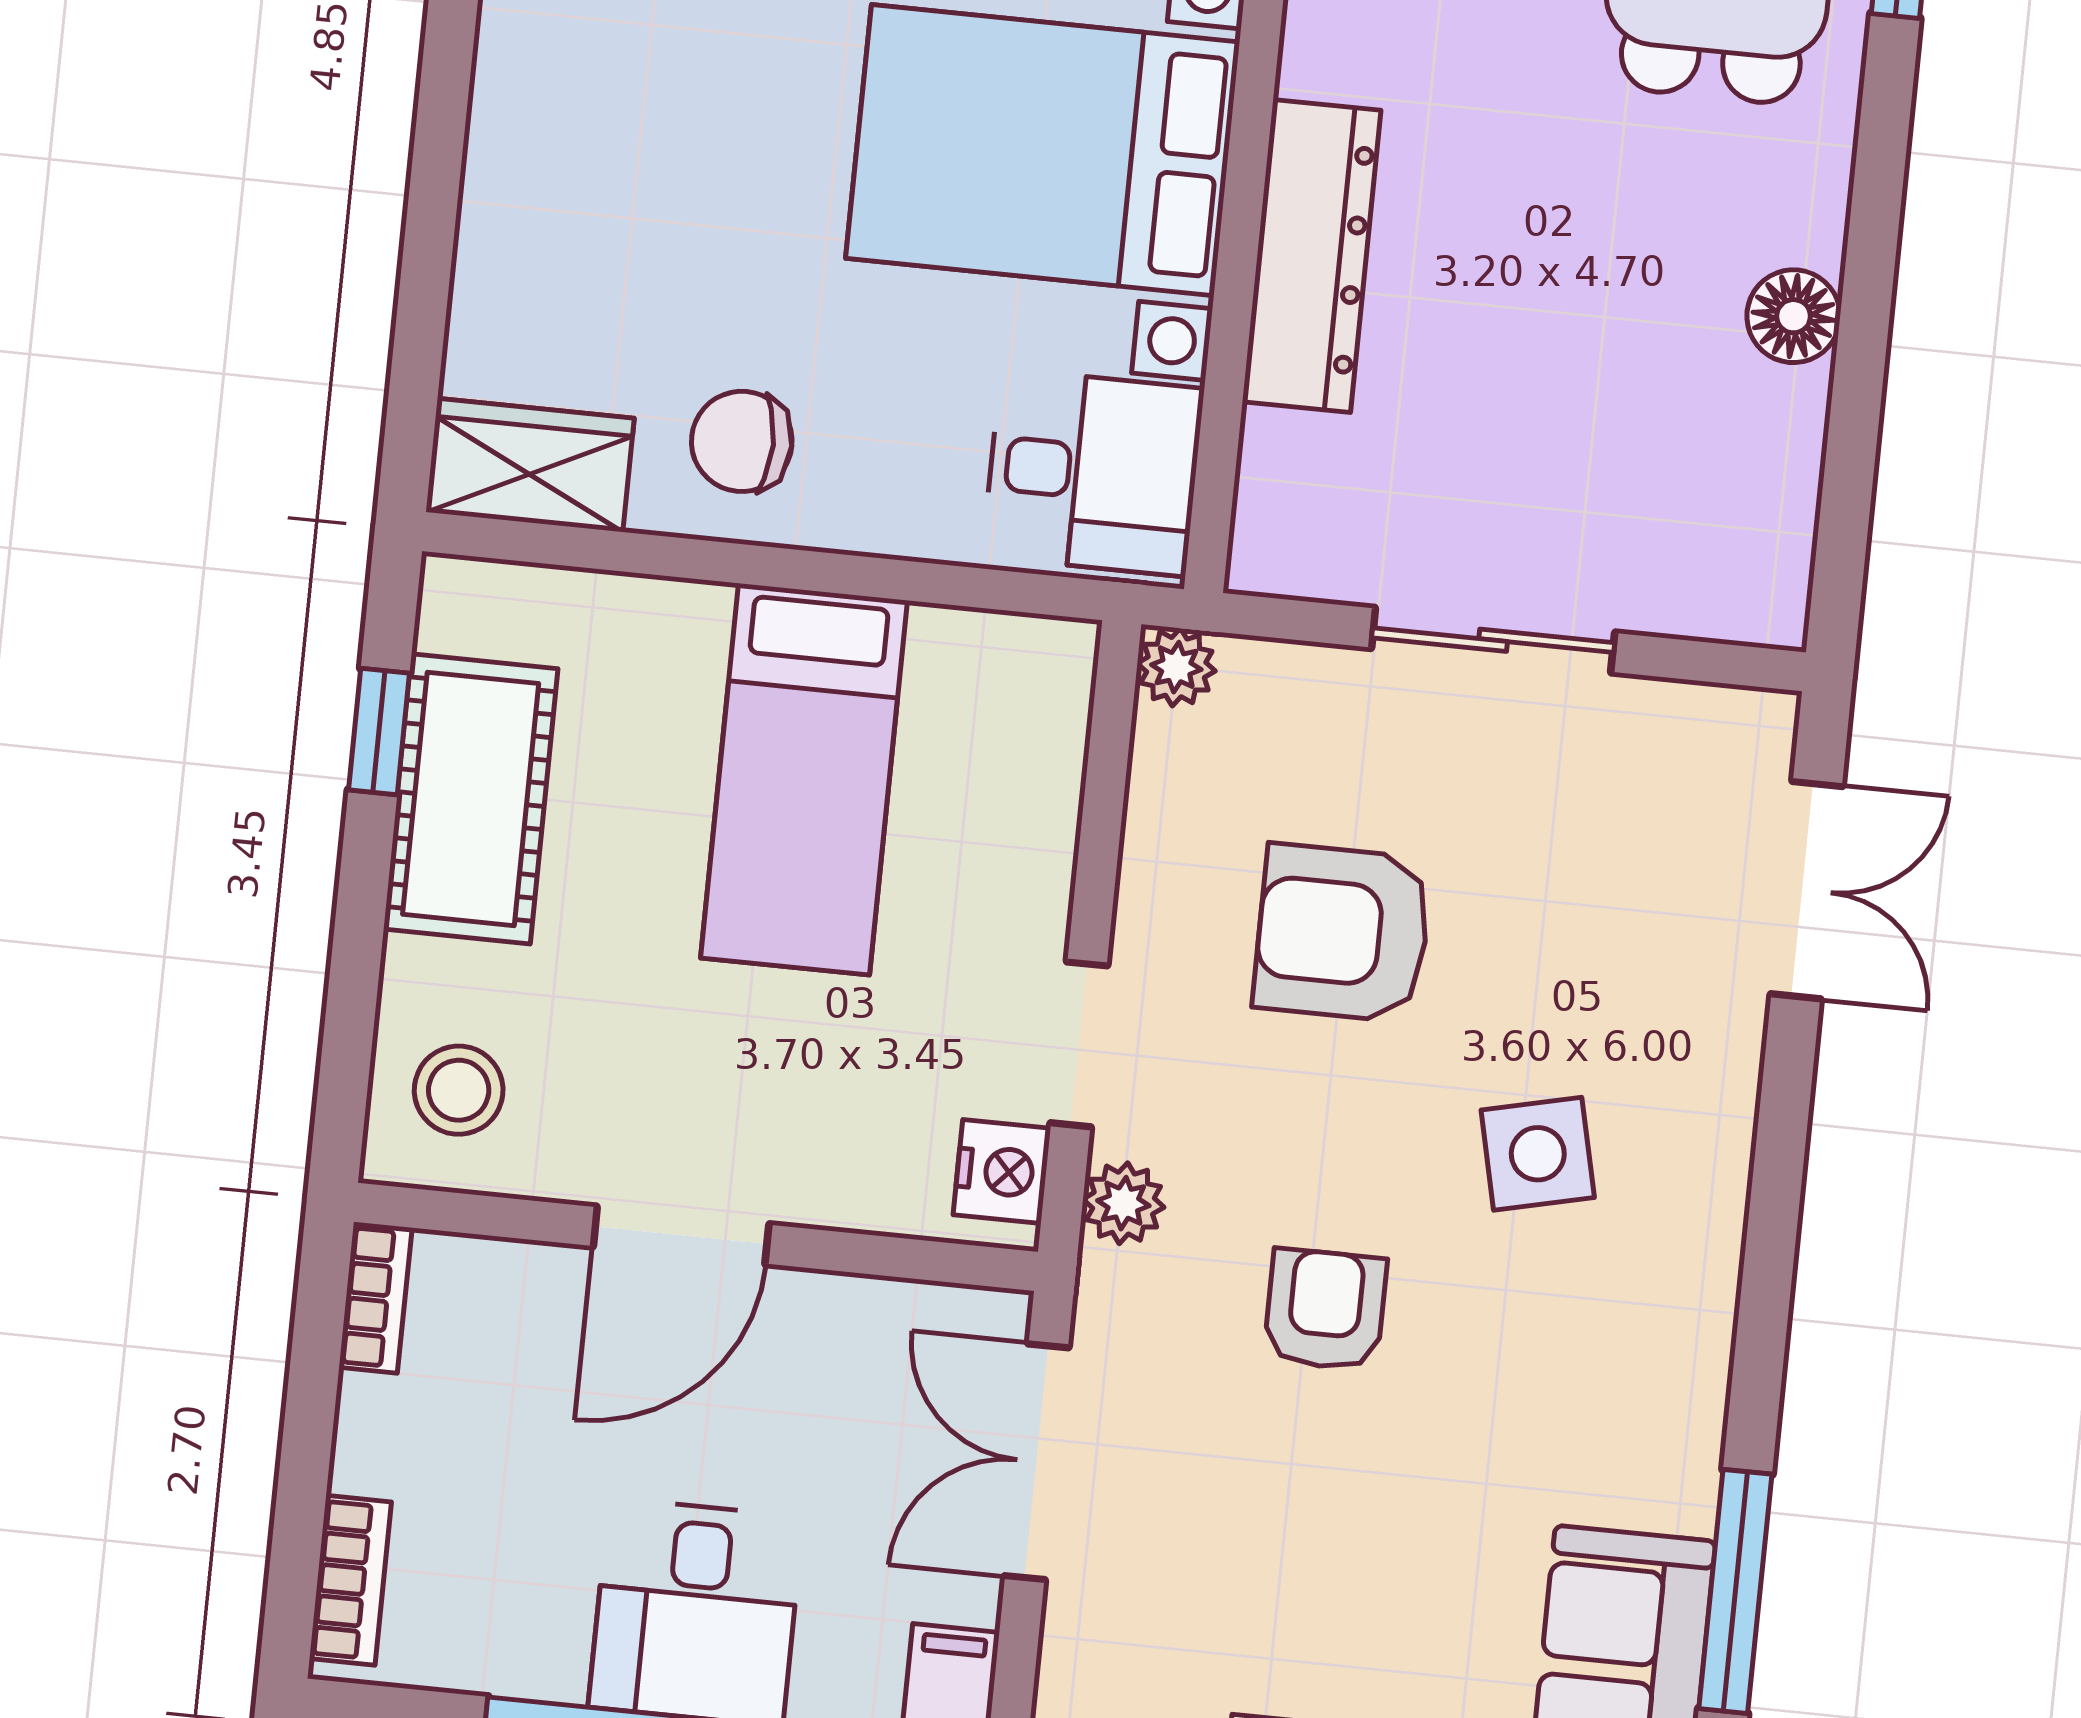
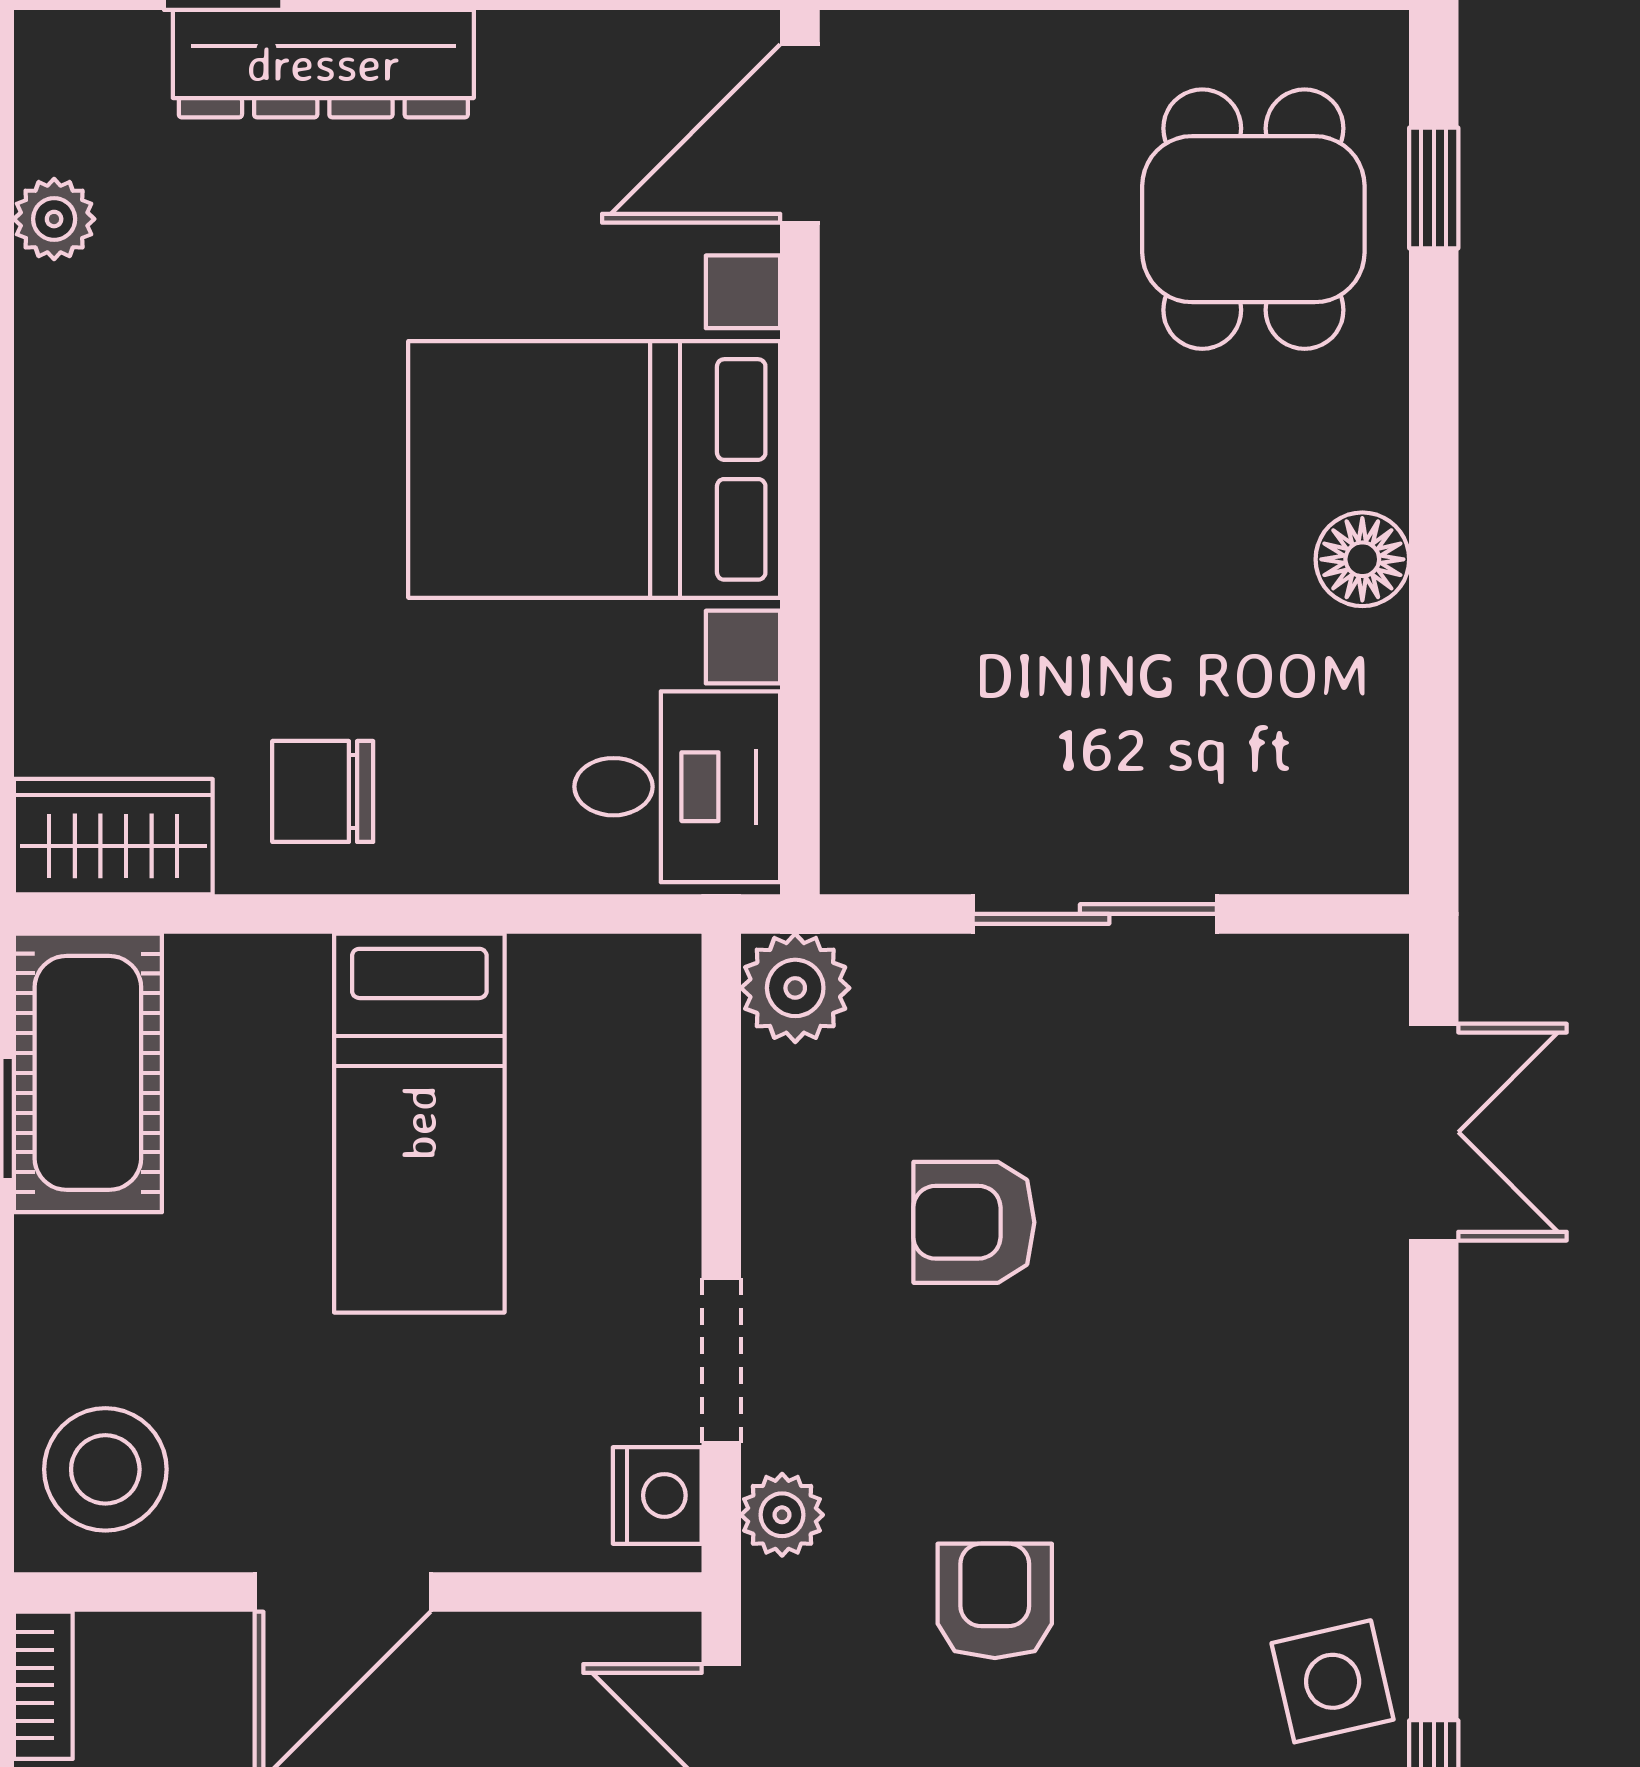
dresser: (1312, 256) -> (874, 548), removed
plant: (1176, 667) -> (795, 988), width x1.38, depth x1.38
cot: (471, 799) -> (88, 1073), moved
armchair: (1343, 933) -> (974, 1222), width x0.72, depth x0.72
stool: (459, 1090) -> (105, 1469), width x1.38, depth x1.38
side table: (1538, 1154) -> (1333, 1681), moved

